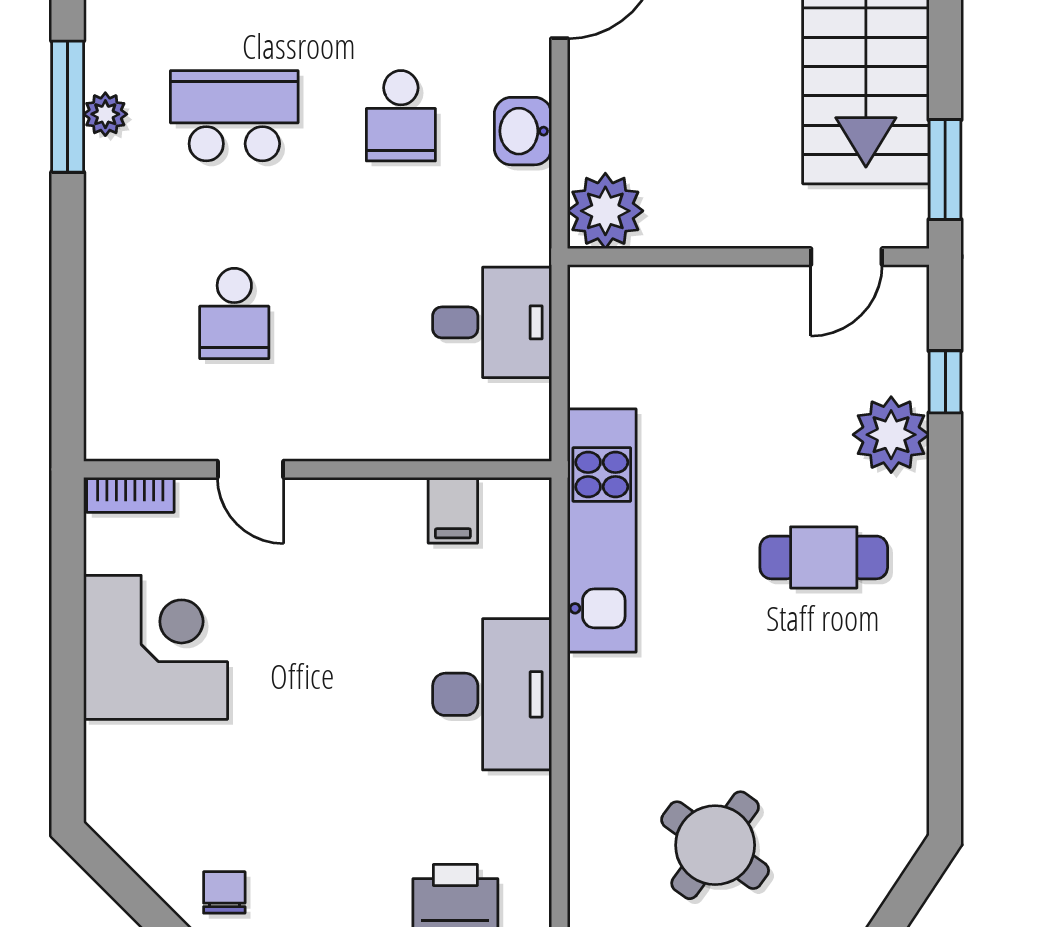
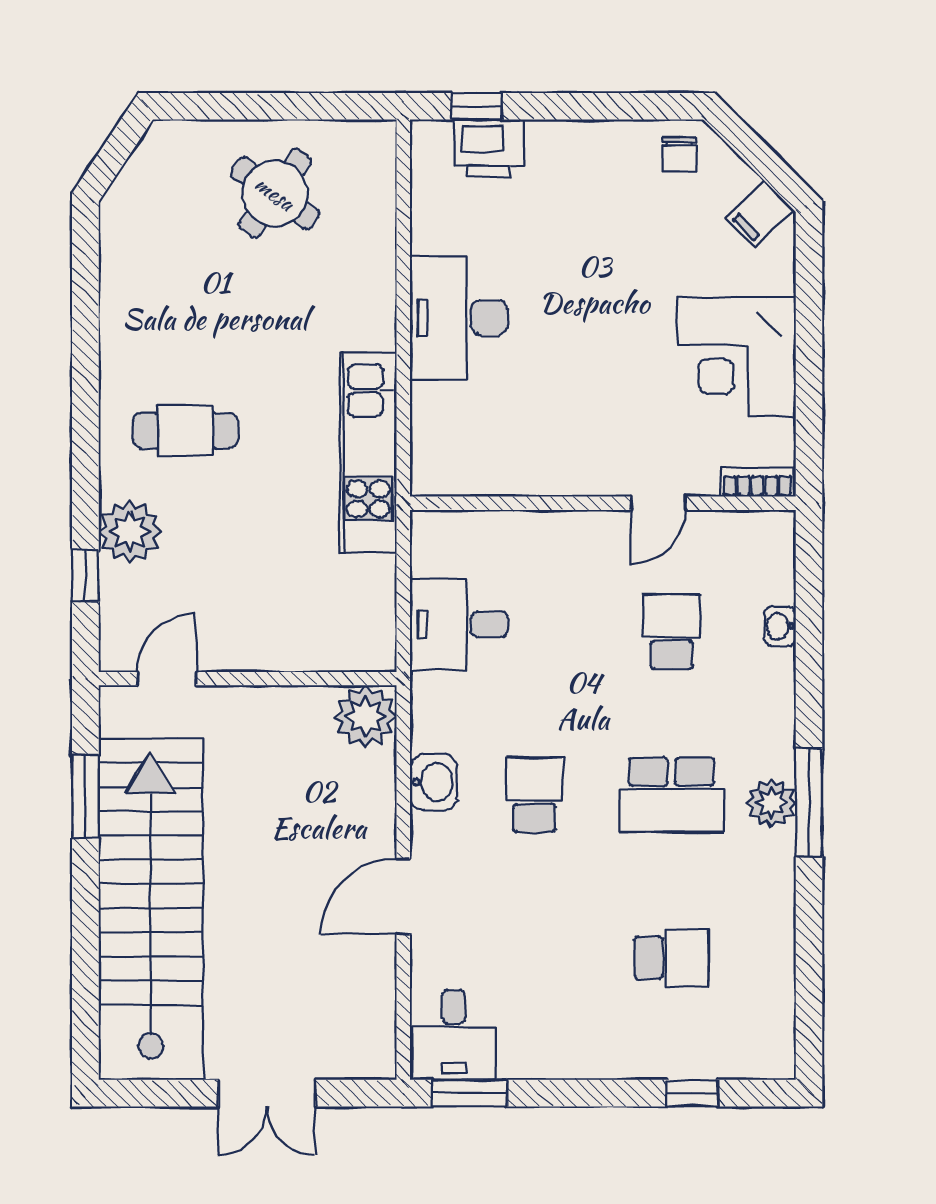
plant: (105, 114) -> (771, 803), width x1.38, depth x1.38
window: (945, 170) -> (85, 796), moved
washbasin: (103, 320) -> (780, 626), added
door: (251, 469) -> (658, 503), swing flipped
filing cabinet: (453, 510) -> (759, 214), moved, turned -135

